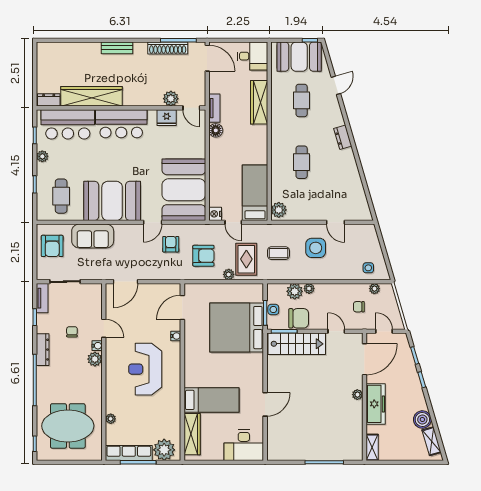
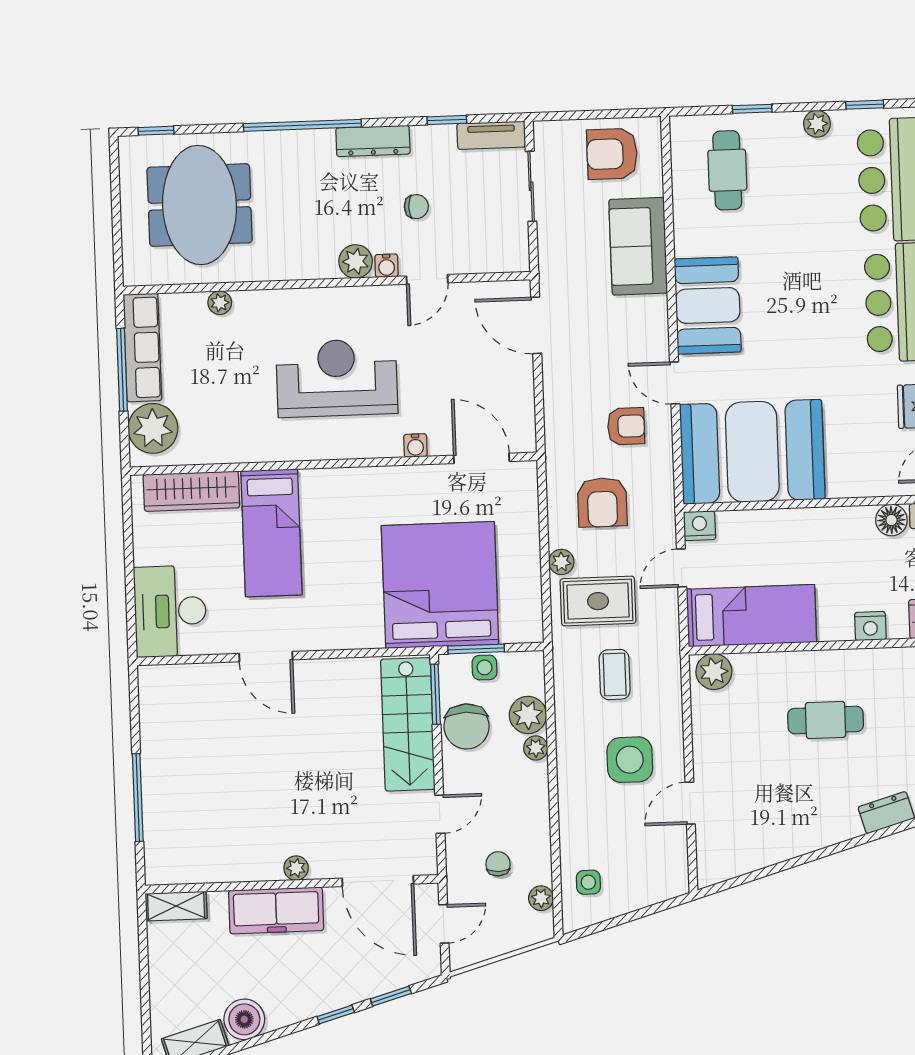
nightstand: (261, 141) -> (870, 626), added
cafe table: (61, 196) -> (727, 170), turned 90
booth: (112, 201) -> (708, 305), width x0.73, depth x0.70

